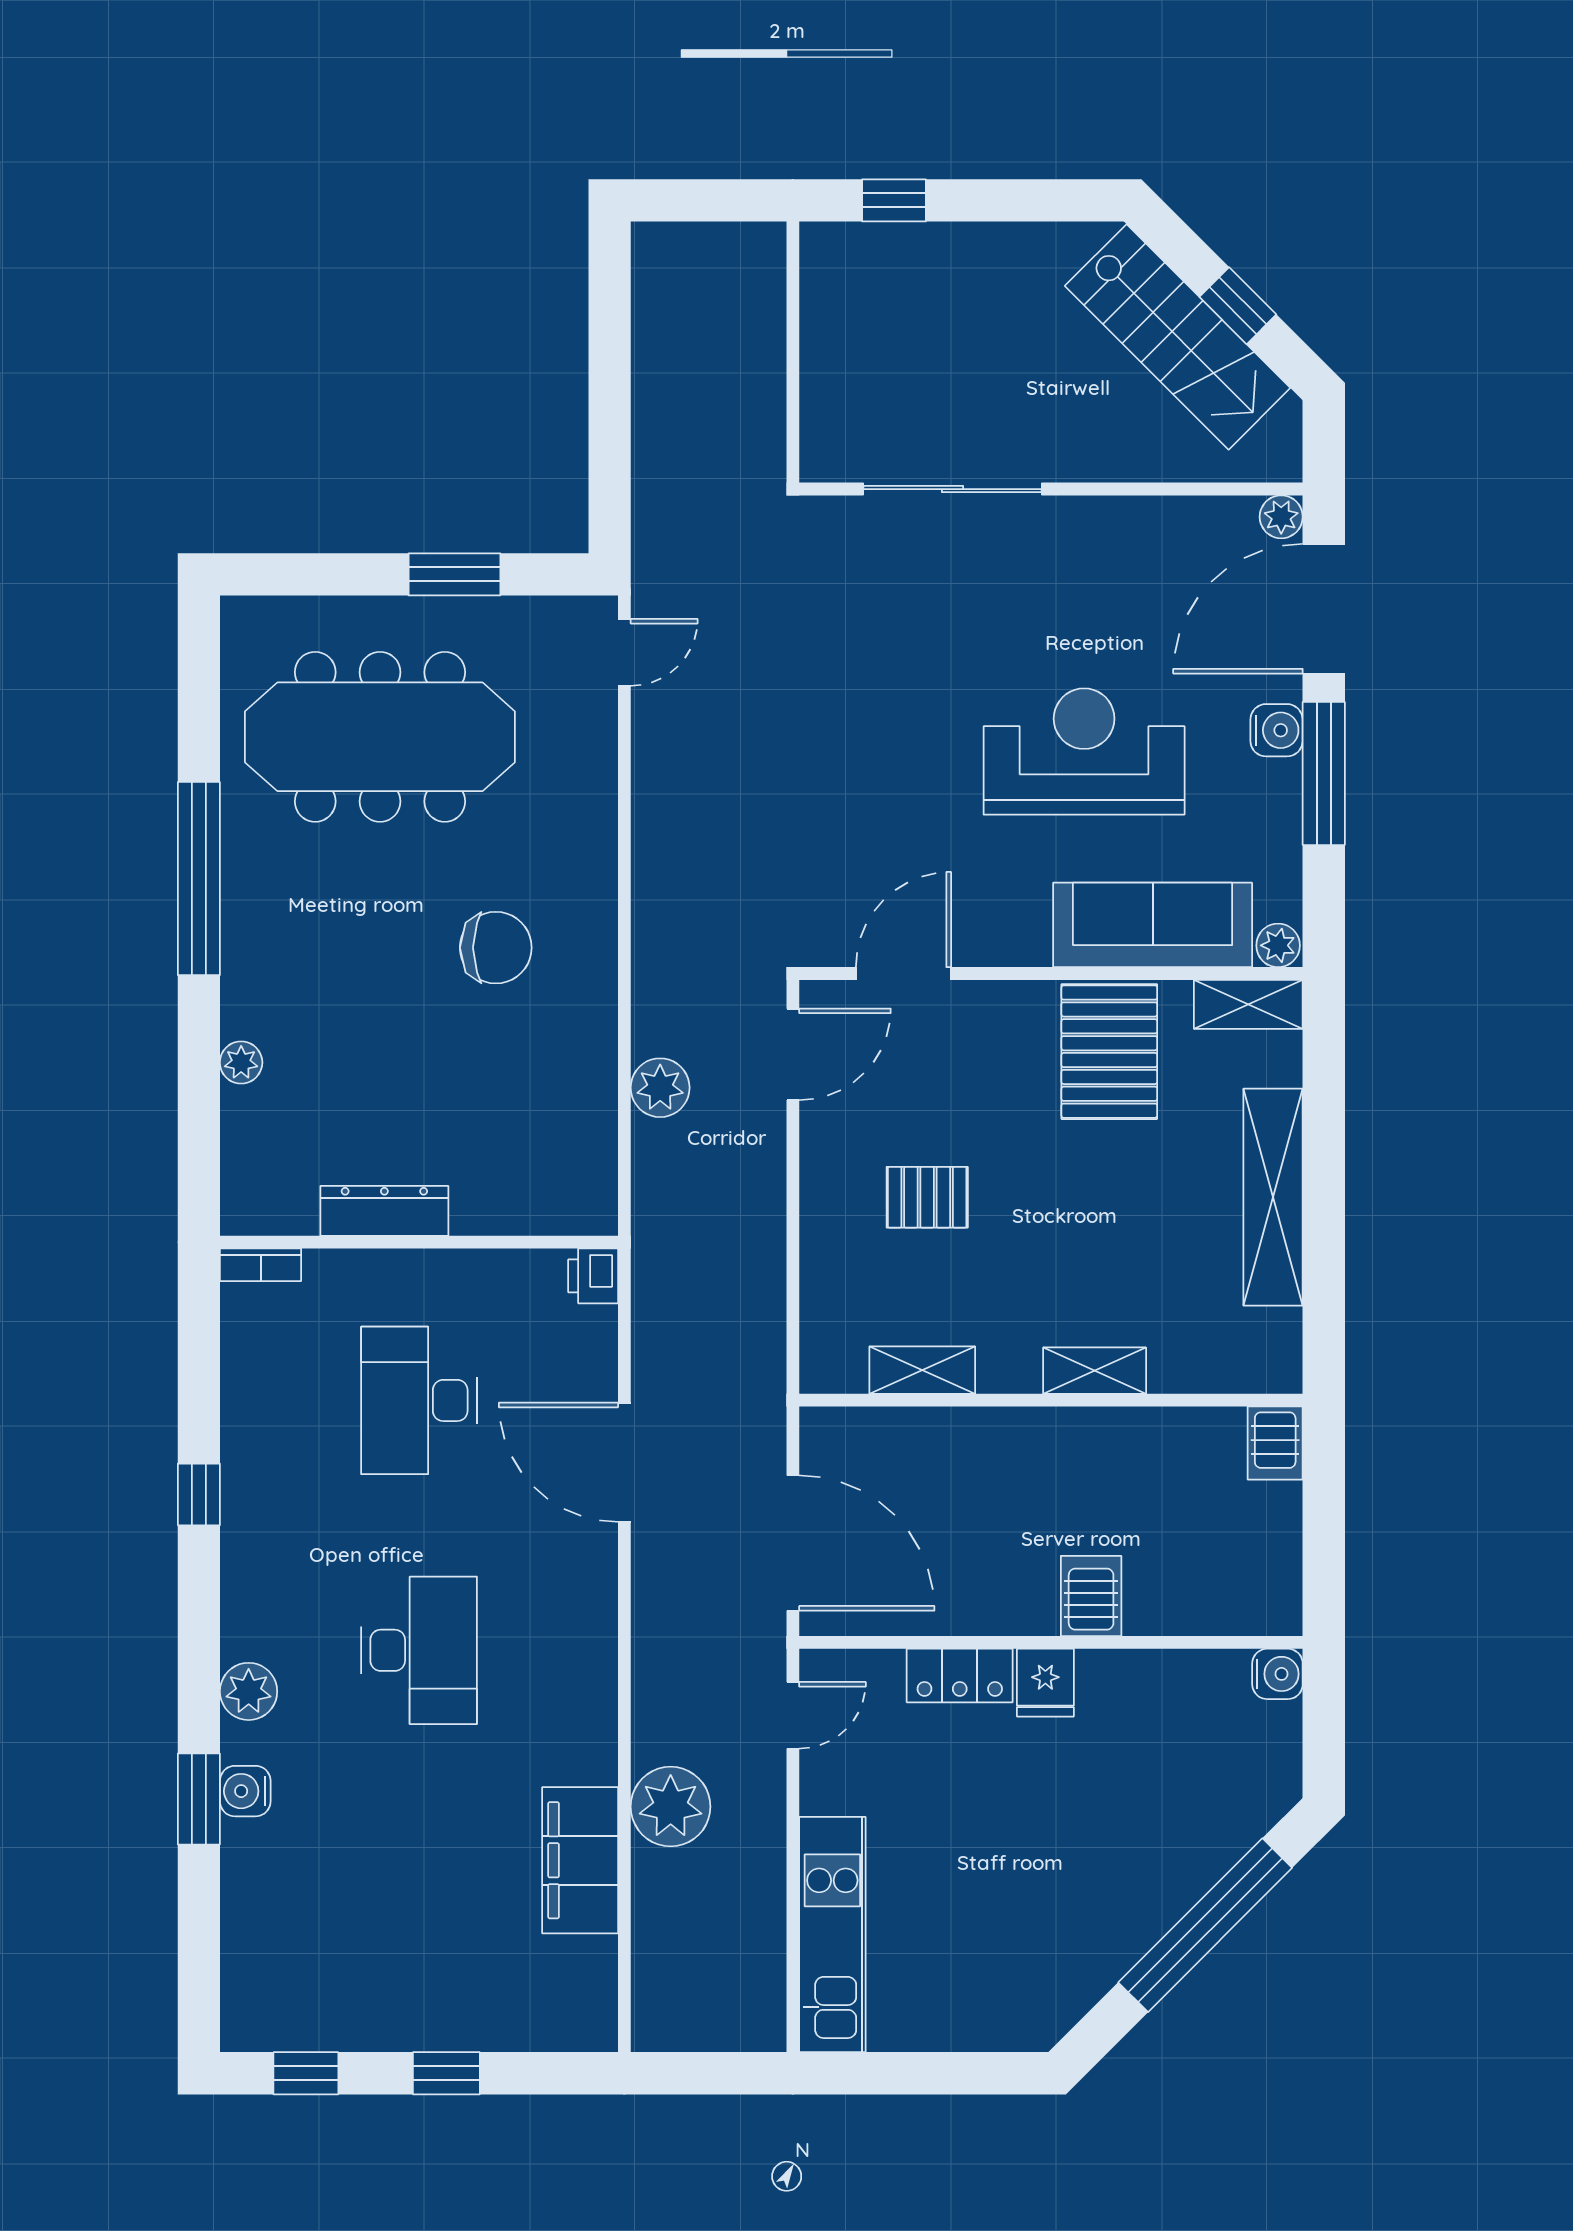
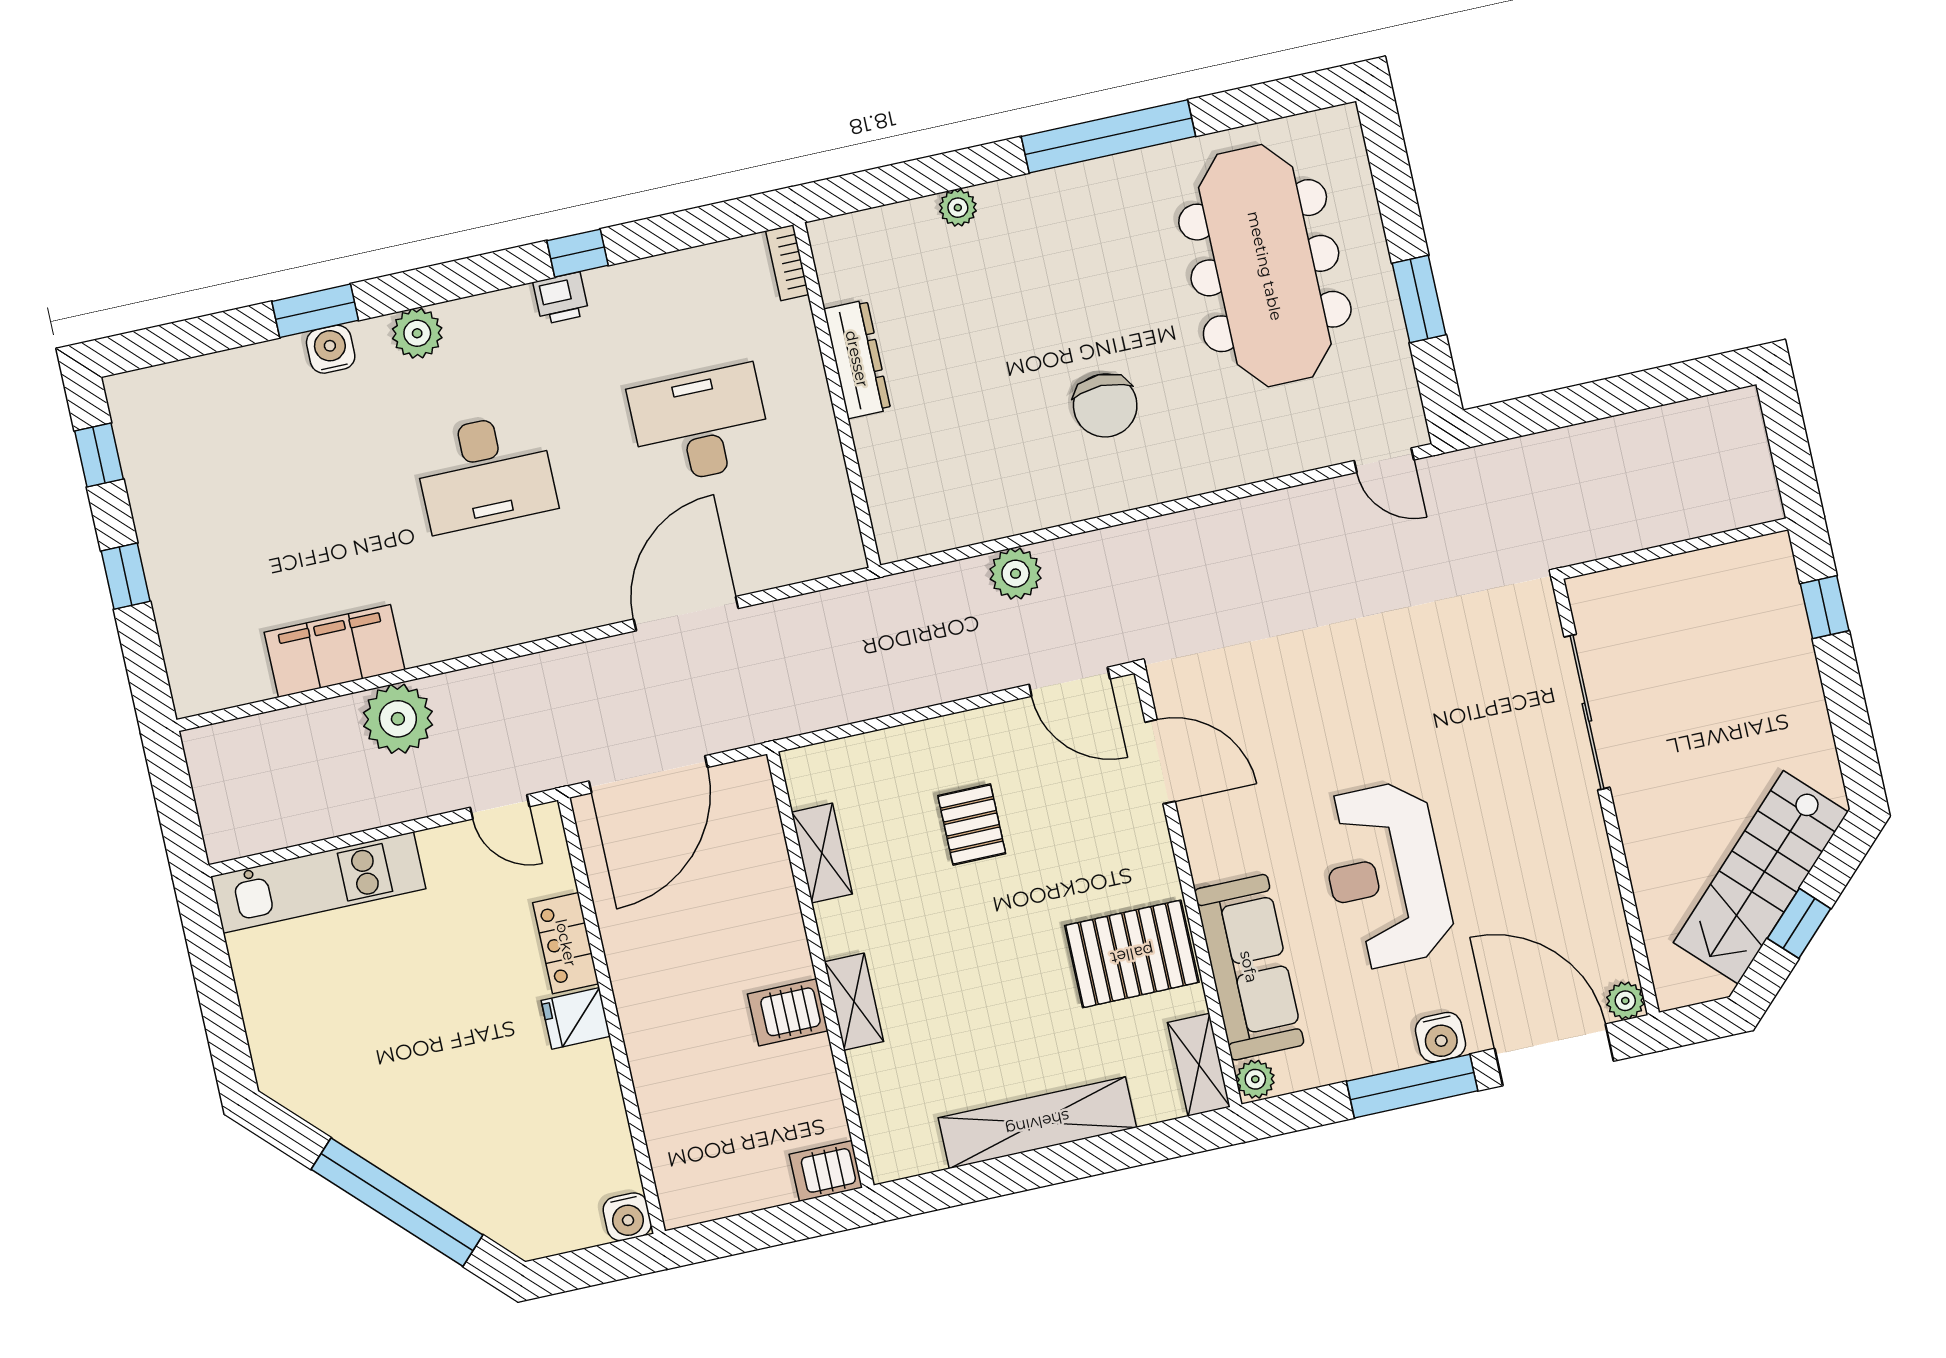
reception desk: (1084, 752) -> (1386, 875), turned 180
printer: (593, 1276) -> (561, 298), moved, turned 180
server rack: (1091, 1596) -> (788, 1012), moved, turned 180

